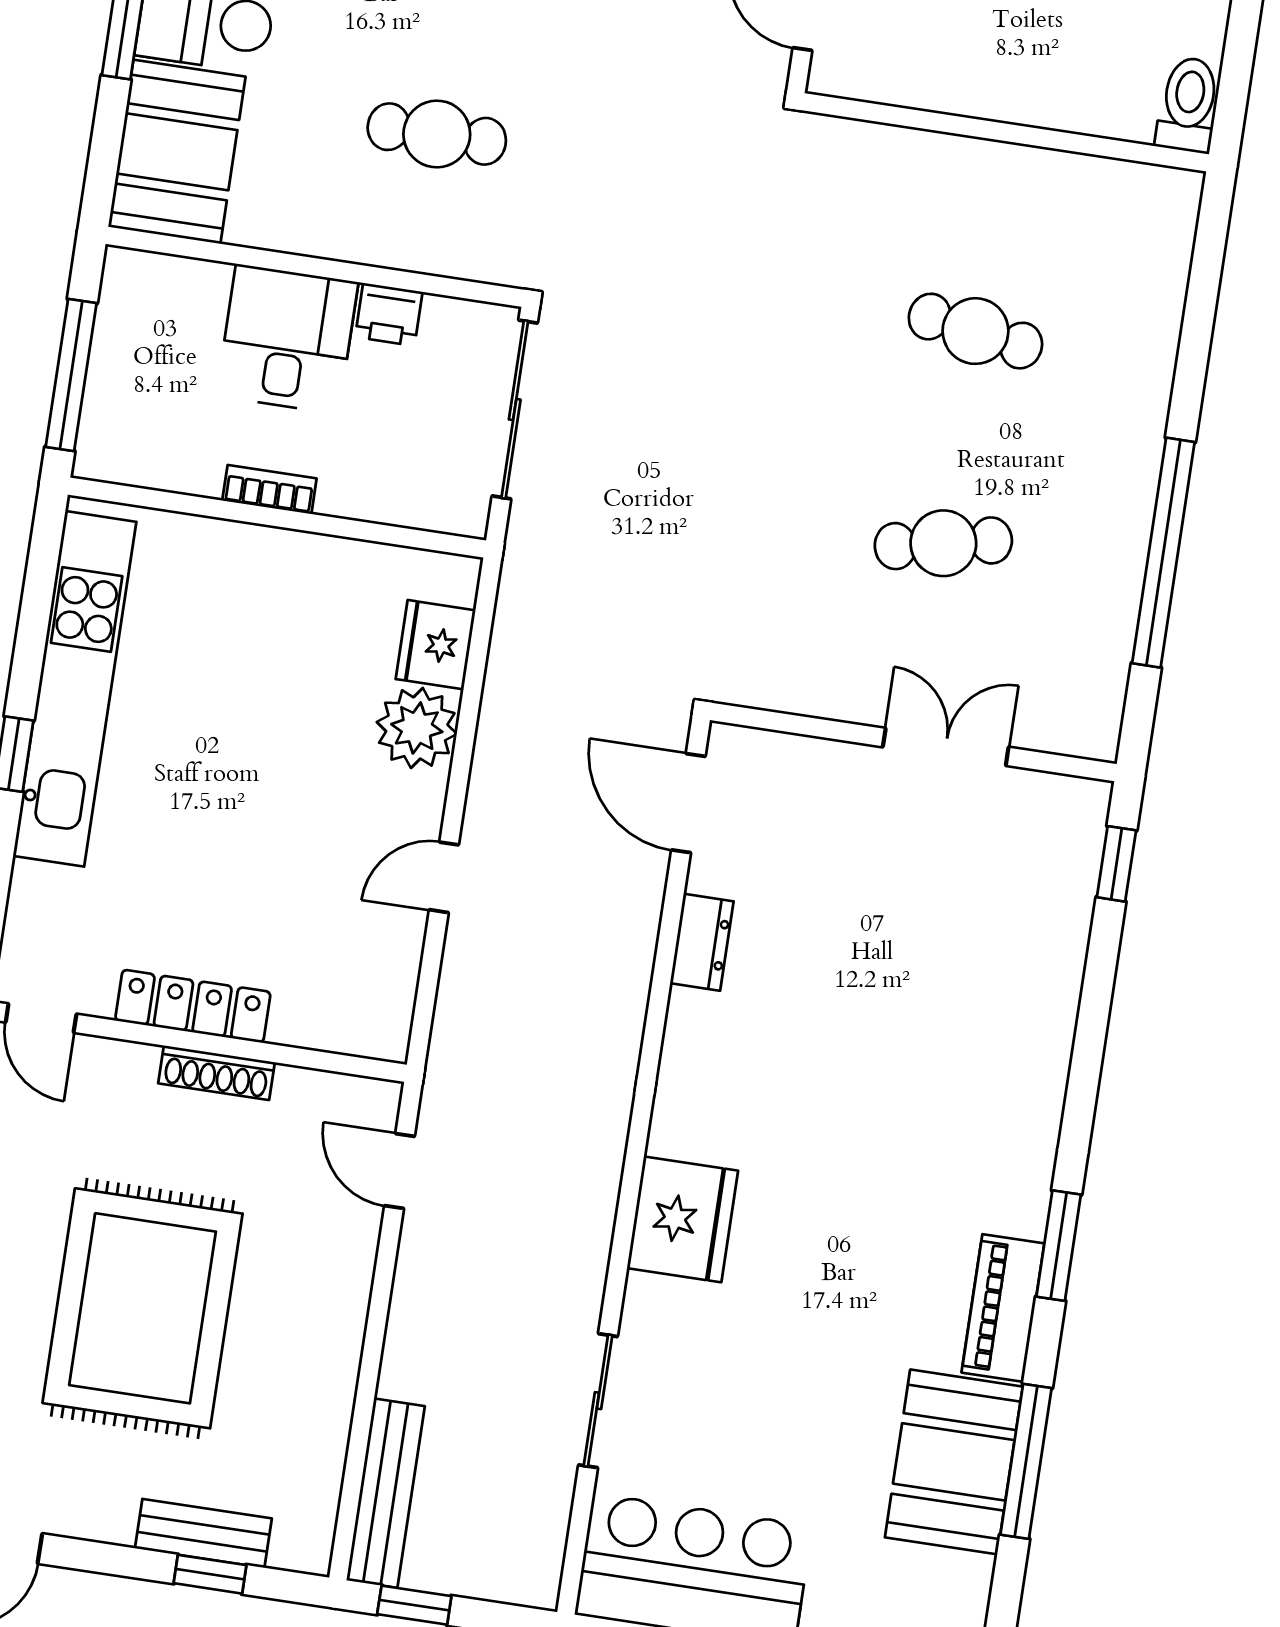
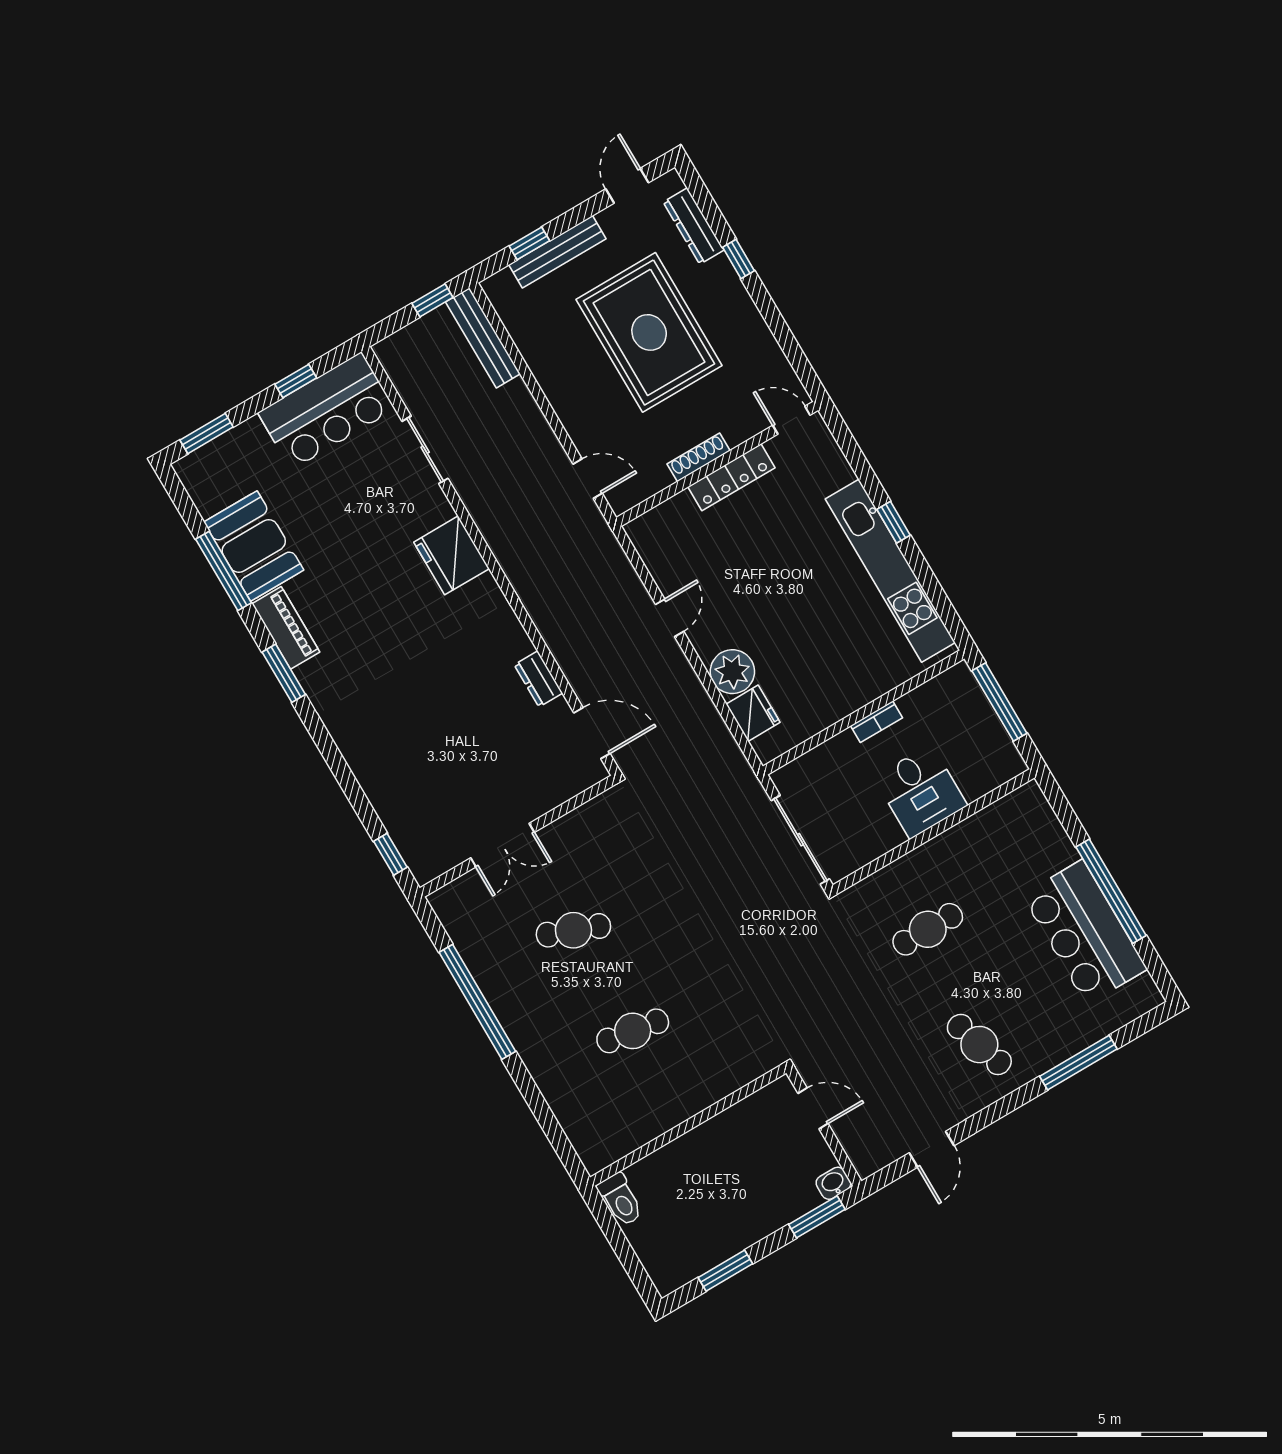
booth: (177, 152) -> (1031, 833), removed
printer: (389, 314) -> (886, 837), removed
cafe table: (943, 543) -> (573, 930), turned 33
bench: (203, 1533) -> (557, 252), width x1.36

